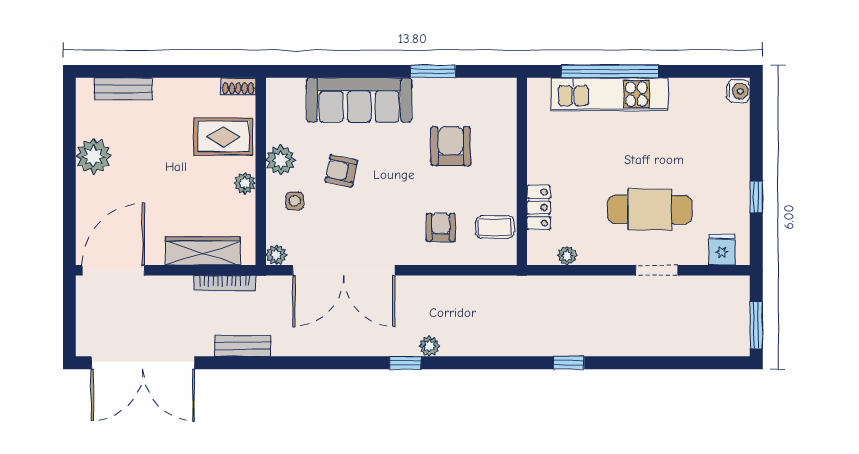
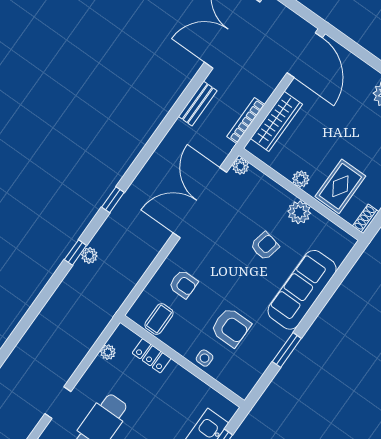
side table: (295, 201) -> (205, 358), moved
plant: (429, 346) -> (89, 255), moved
window: (569, 363) -> (75, 253), moved

